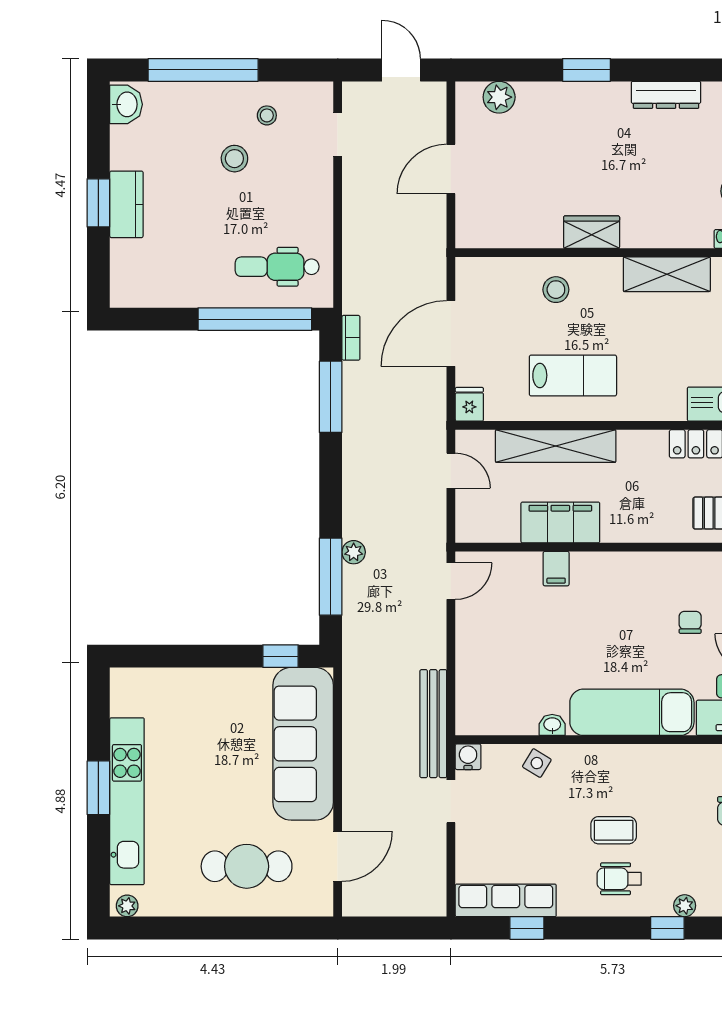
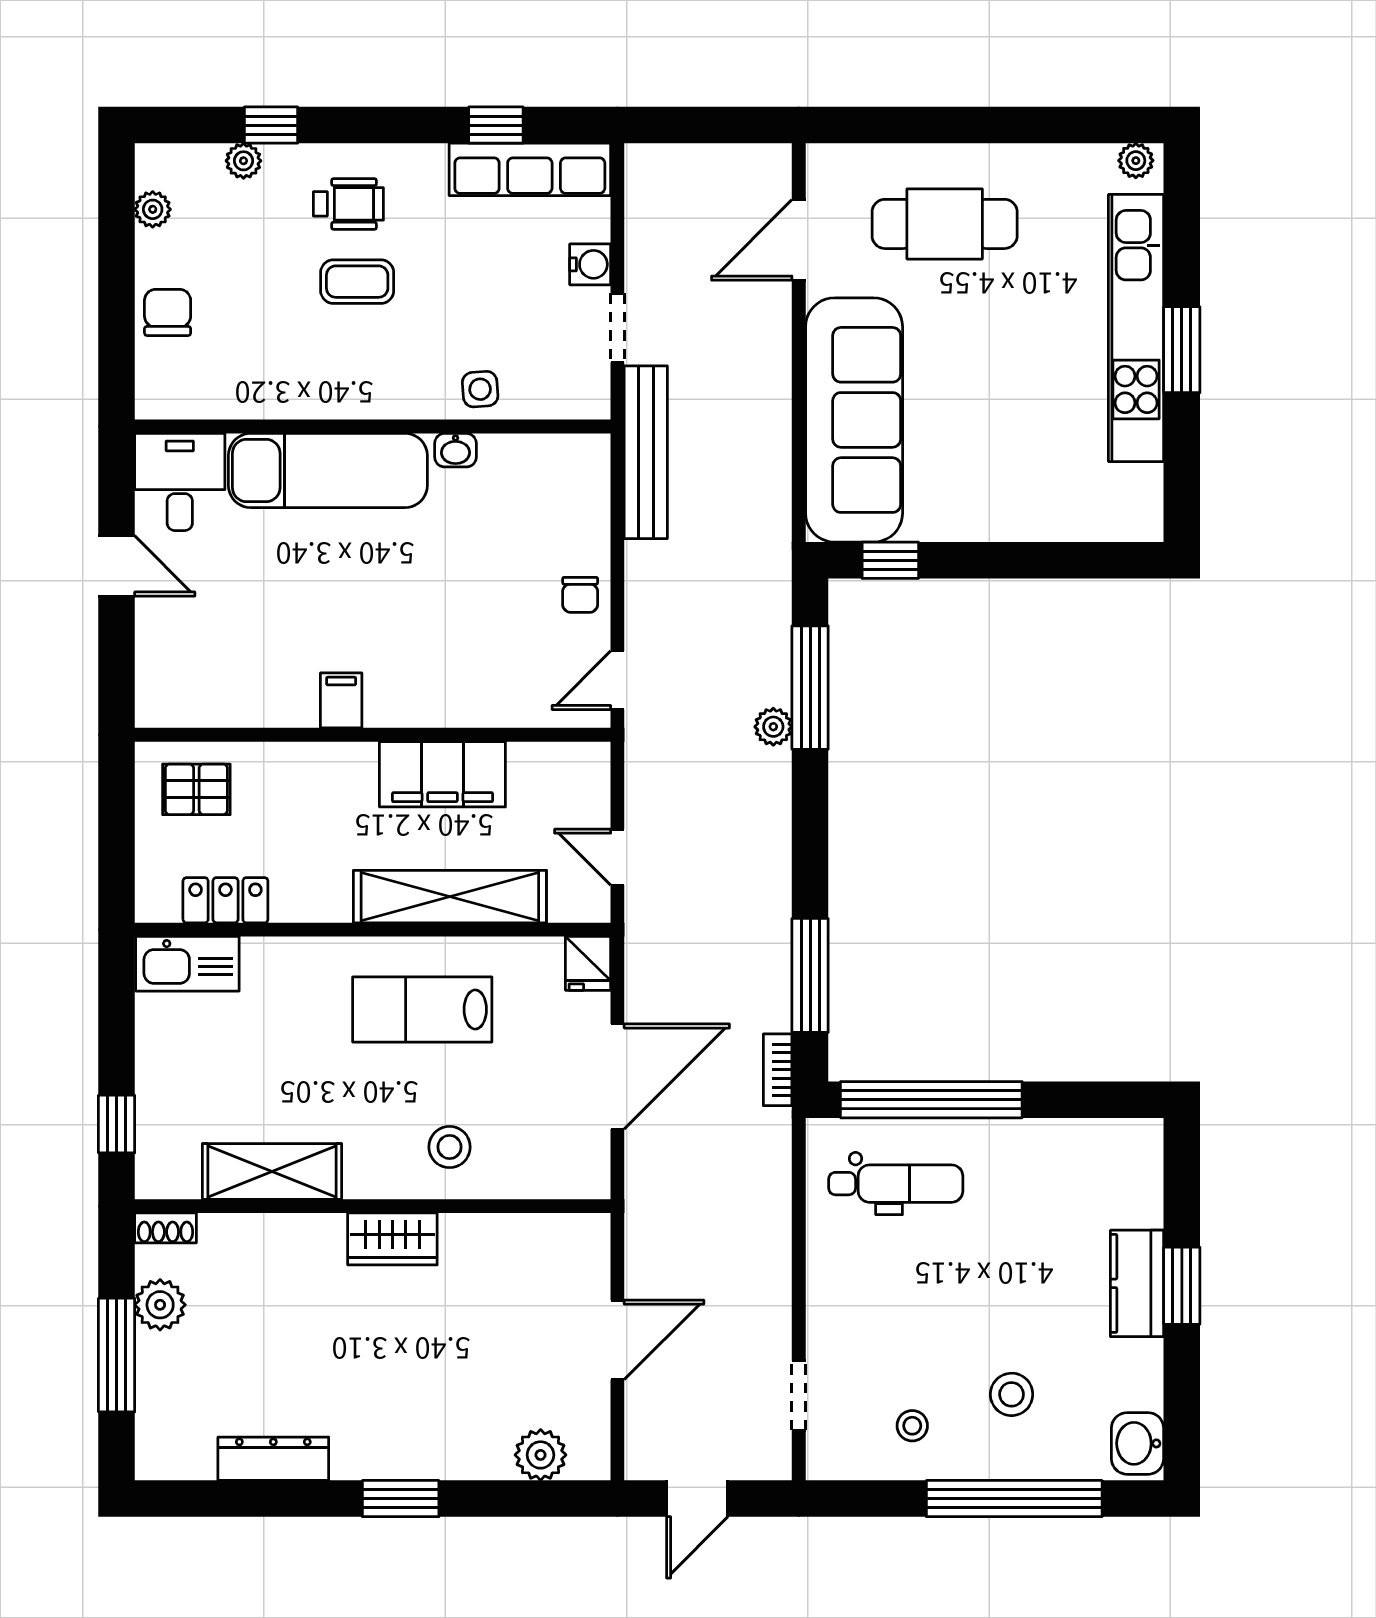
door: (401, 70) -> (697, 1499), hinge flipped
stool: (234, 159) -> (1012, 1394), moved
filing cabinet: (556, 569) -> (341, 700), moved
chair: (690, 622) -> (580, 595), moved
water cooler: (468, 757) -> (590, 264), moved, turned -90
side table: (537, 763) -> (480, 389), turned -35

